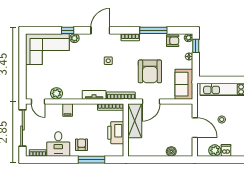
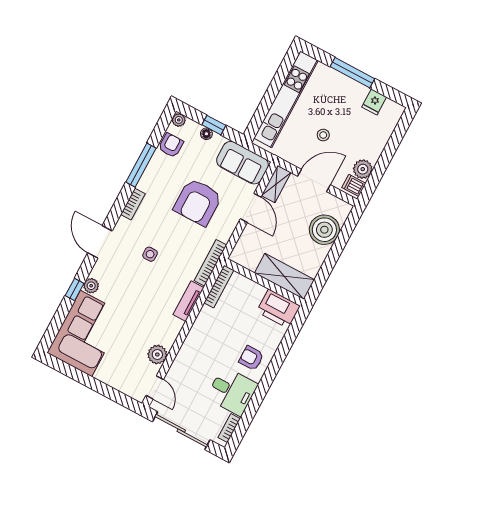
window: (196, 46) -> (214, 125), moved
armchair: (150, 71) -> (198, 202), turned 90
door: (38, 101) -> (155, 387), hinge flipped
door: (151, 101) -> (251, 208), moved
shelving: (182, 108) -> (276, 184), added
filing cabinet: (68, 110) -> (190, 351), removed
shelving: (135, 121) -> (284, 276), moved
printer: (116, 133) -> (278, 309), moved
dishwasher: (226, 150) -> (354, 185), moved
boiler: (171, 151) -> (324, 230), width x1.86, depth x1.86
window: (91, 160) -> (280, 355), removed

